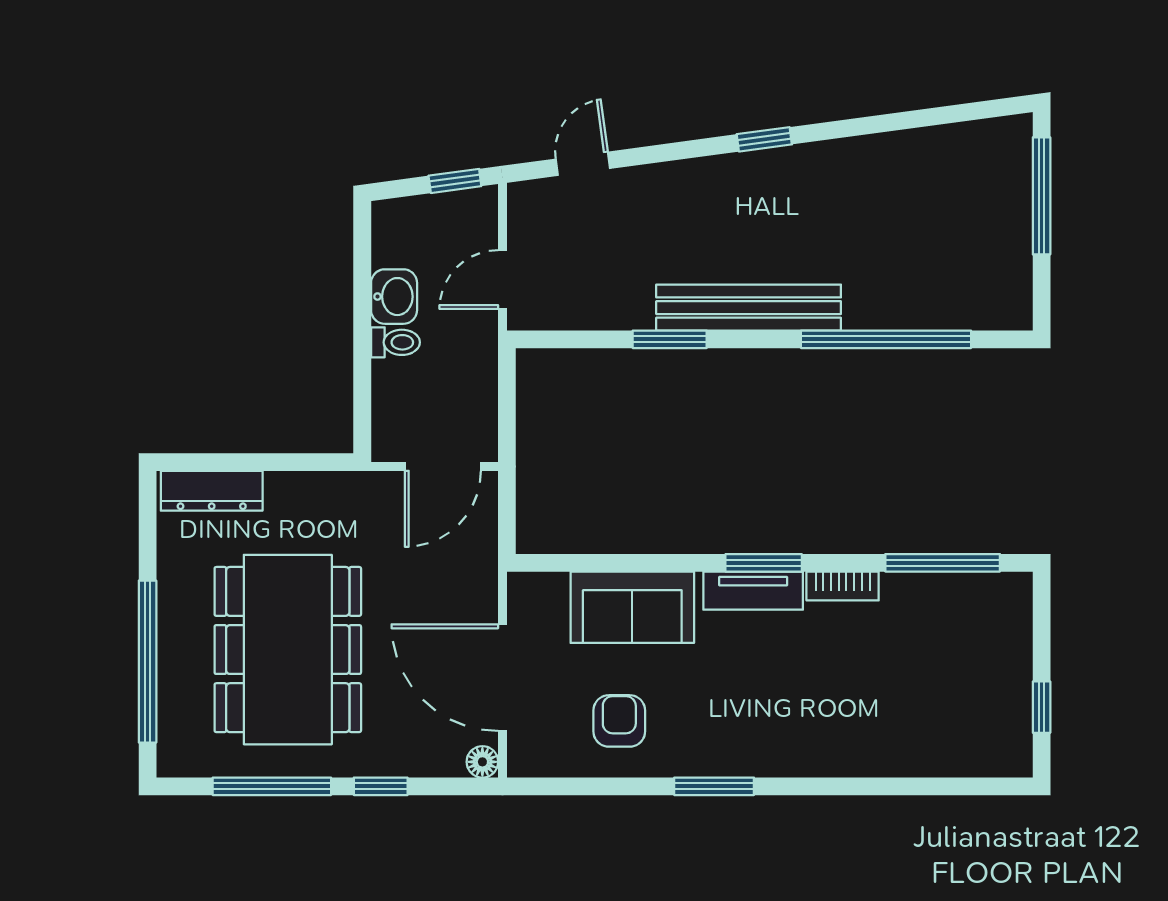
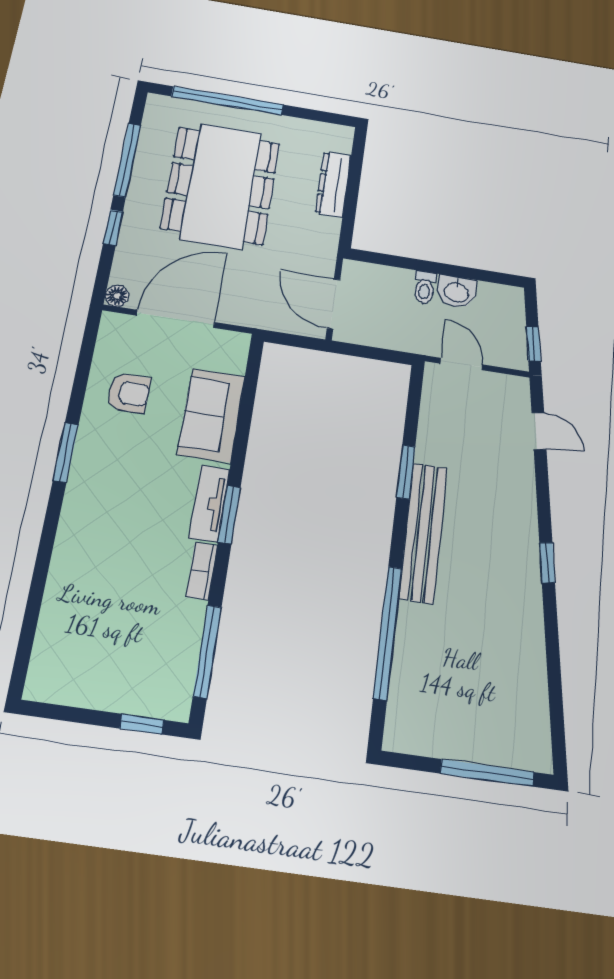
dresser: (212, 491) -> (333, 184), moved
dining table: (288, 650) -> (221, 185), turned 90
window: (1042, 707) -> (142, 724), moved

